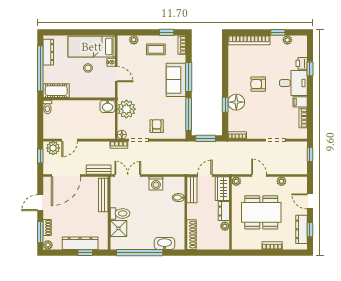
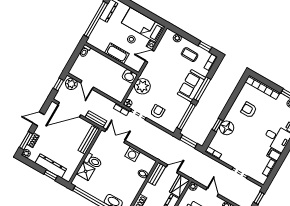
door: (116, 74) -> (150, 56), swing flipped
armchair: (258, 84) -> (249, 110), moved
cot: (56, 91) -> (117, 53), moved
door: (70, 140) -> (87, 85), hinge flipped

